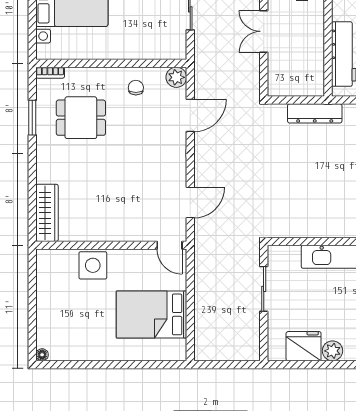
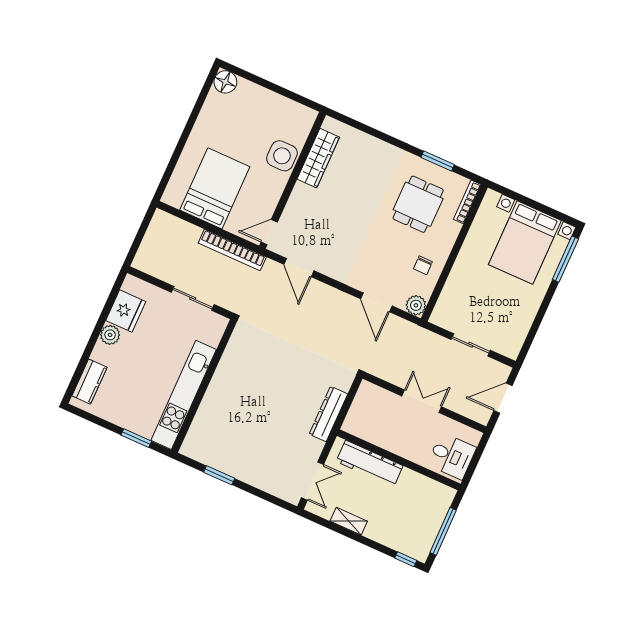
bookcase: (50, 73) -> (467, 202), width x1.56
chair: (136, 88) -> (423, 265), turned 90
wardrobe: (47, 213) -> (318, 158), moved, turned -90
bookcase: (202, 272) -> (232, 250), added
floor lamp: (42, 355) -> (225, 82), width x1.89, depth x1.89

